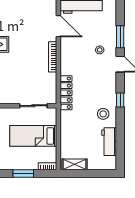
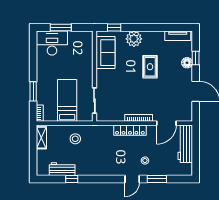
locker: (66, 93) -> (130, 130), moved
window: (120, 100) -> (72, 179), moved
stool: (103, 114) -> (75, 139), moved

